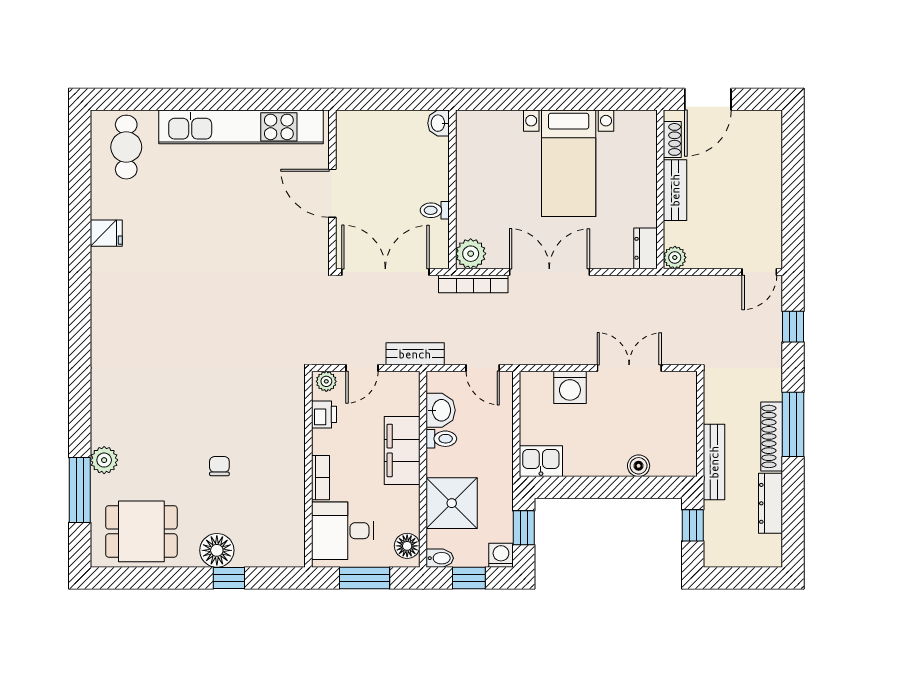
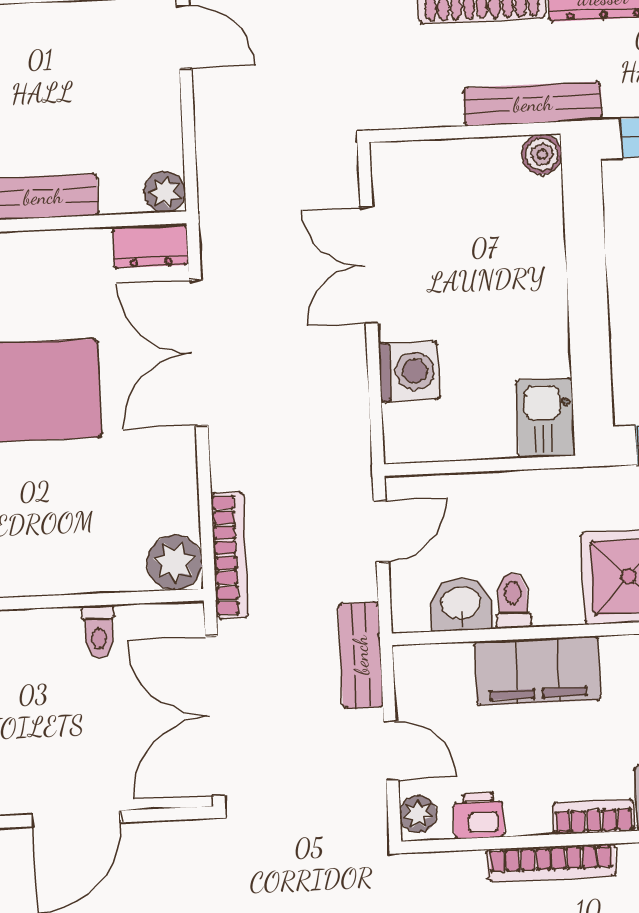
double door: (549, 272) -> (198, 353), moved
bookcase: (296, 453) -> (551, 863), added
boiler: (639, 466) -> (542, 154), moved

